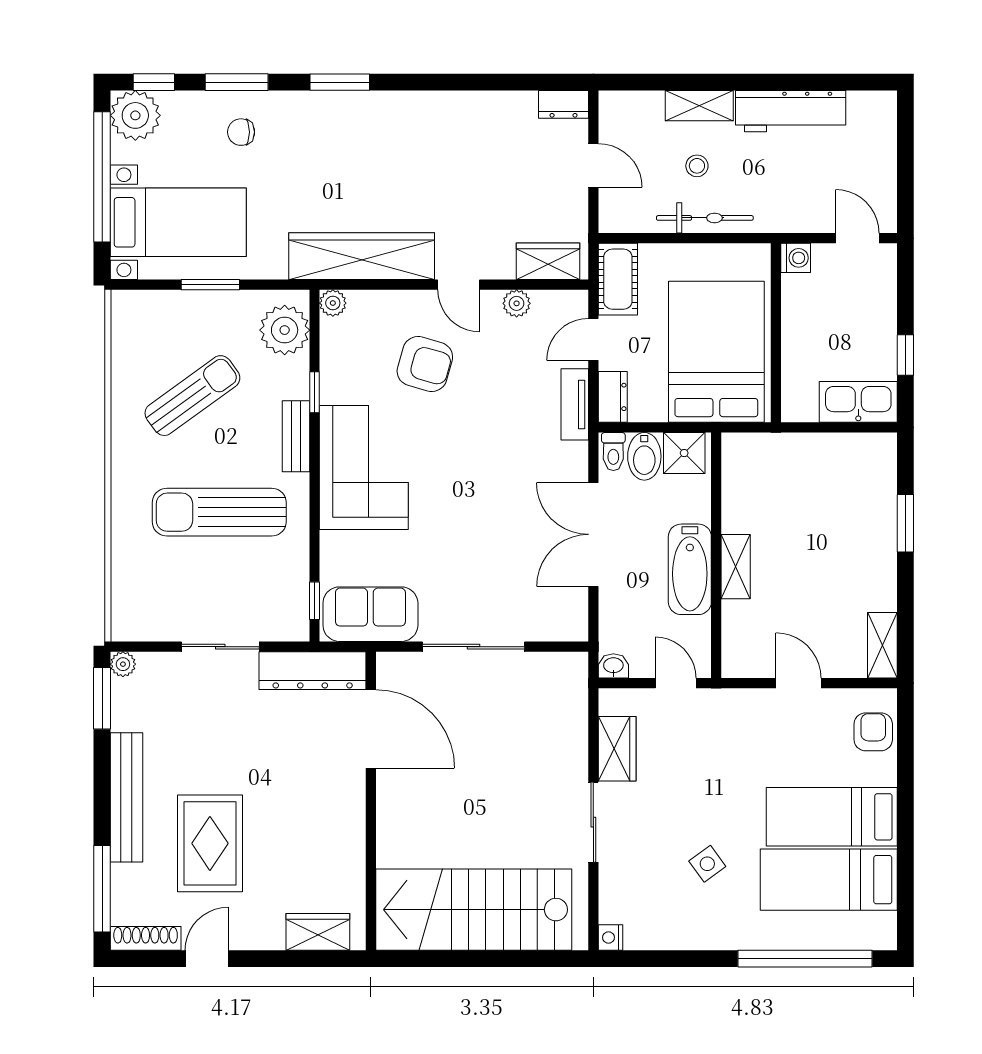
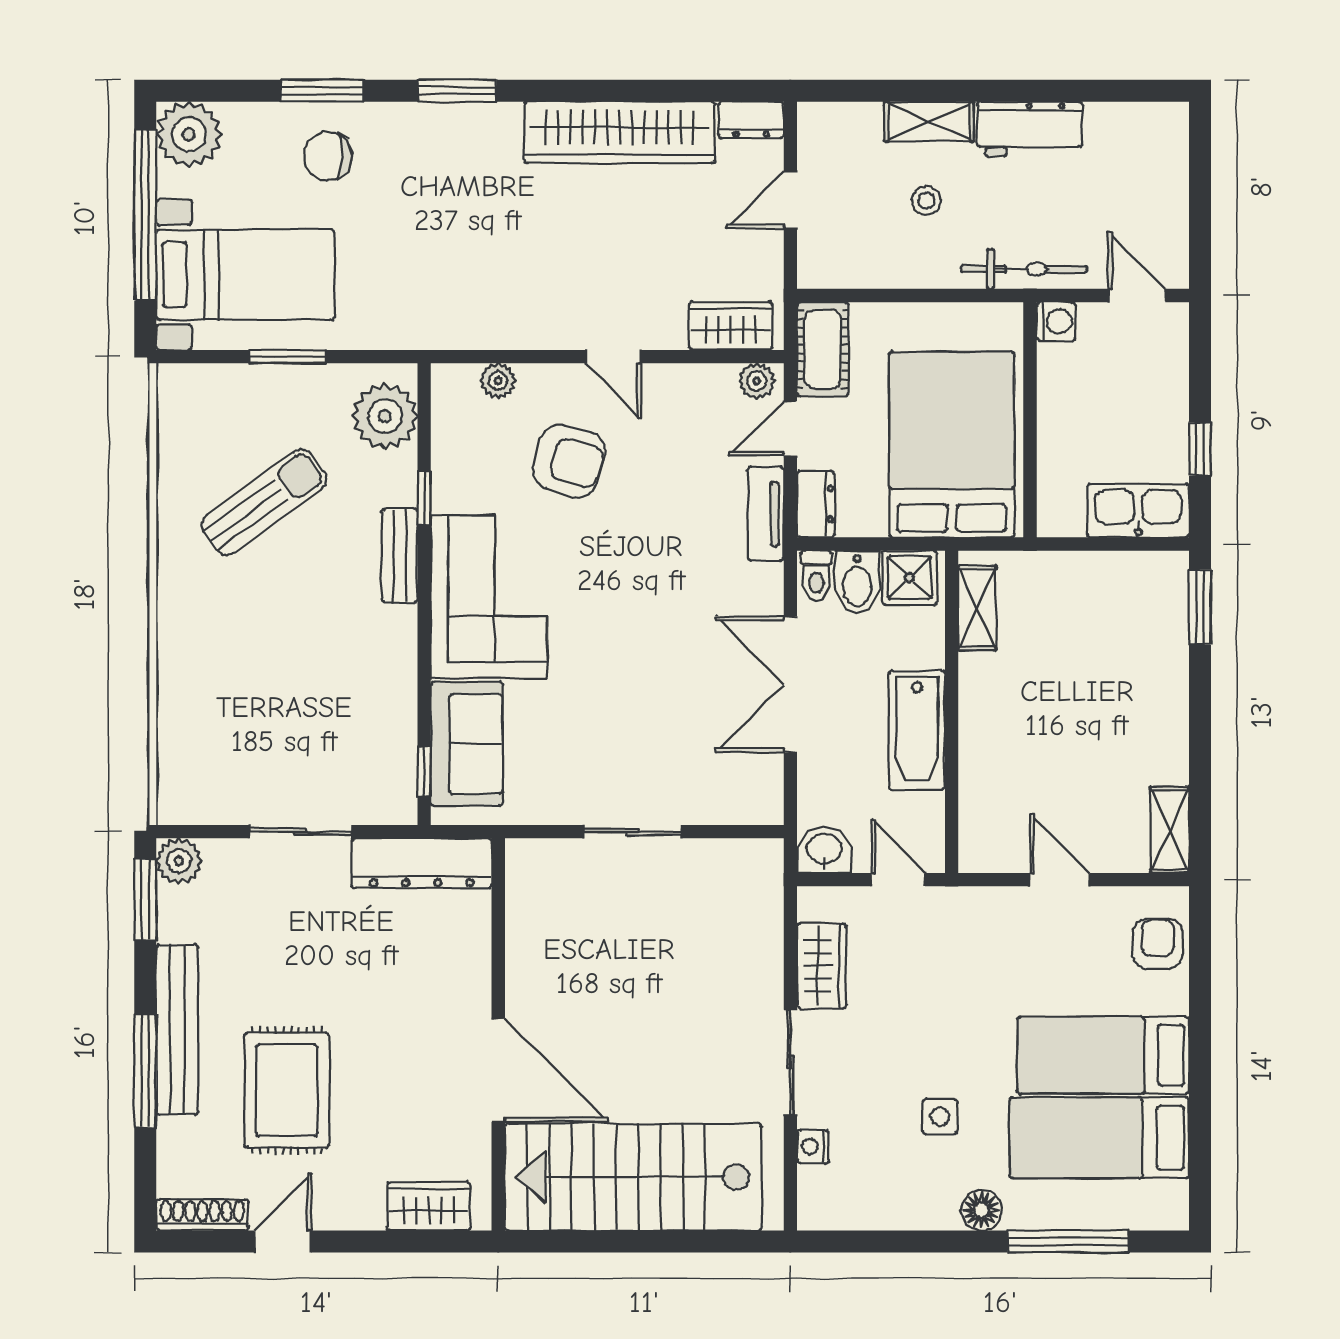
window: (154, 82) -> (213, 91), removed
workbench: (791, 111) -> (1030, 129), width x0.73
chair: (241, 132) -> (328, 156), width x1.37, depth x1.37
door: (593, 165) -> (790, 200), swing flipped
bicycle: (705, 218) -> (1024, 269), moved
wardrobe: (362, 256) -> (619, 132), moved, turned 180
plant: (333, 303) -> (498, 381), moved
plant: (517, 303) -> (757, 381), moved
sun lounger: (219, 512) -> (299, 655), removed
window: (905, 523) -> (1200, 607), moved
shelving: (736, 567) -> (977, 608), moved
sofa: (370, 614) -> (467, 744), moved, turned 90
sliding door: (473, 647) -> (633, 832), width x0.73
plant: (123, 664) -> (179, 861), width x1.38, depth x1.38
washbasin: (613, 666) -> (824, 850), width x1.38, depth x1.45
door: (371, 729) -> (498, 1070), moved
side table: (707, 864) -> (940, 1117), turned 36
window: (102, 889) -> (145, 1071), moved
floor lamp: (739, 935) -> (982, 1210), added
nightstand: (610, 938) -> (813, 1147), moved
window: (805, 959) -> (1068, 1241), width x0.68

